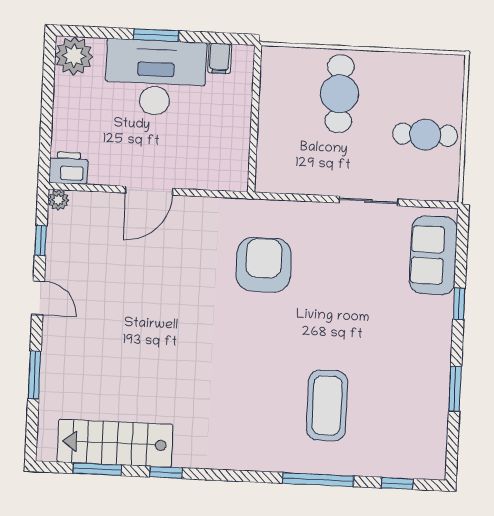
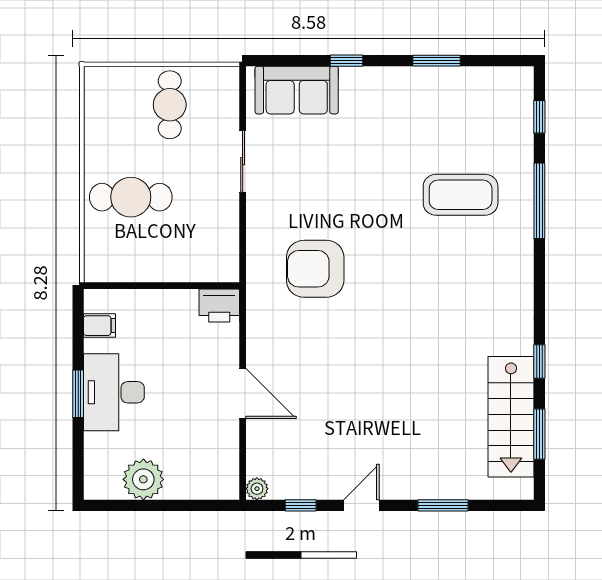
plant: (74, 56) -> (143, 479), moved
desk: (156, 78) -> (114, 392), width x0.73, depth x0.77
printer: (68, 168) -> (219, 306), moved, turned -90

